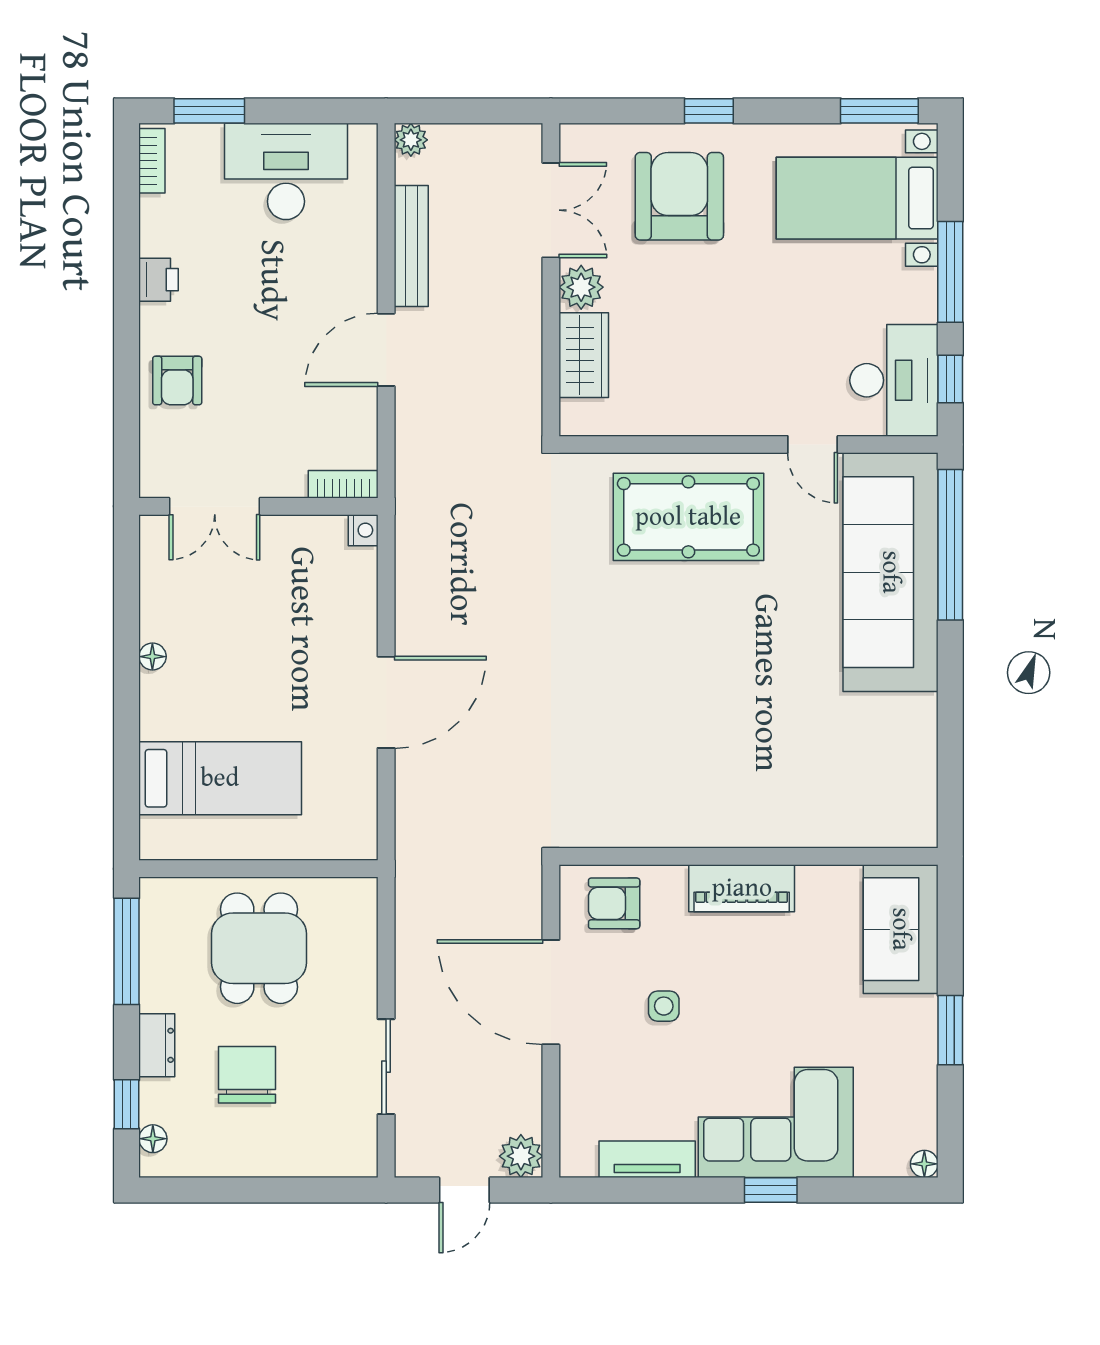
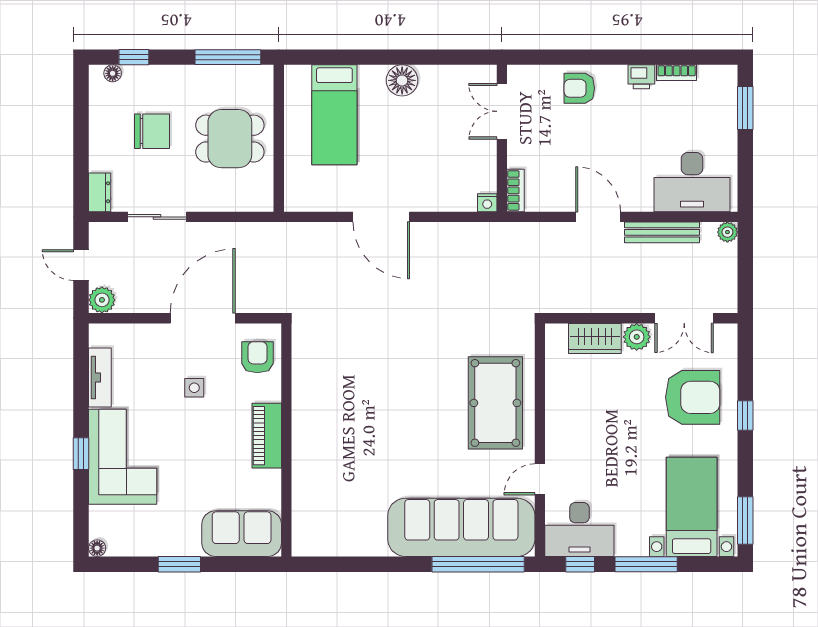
bookcase: (152, 161) -> (677, 73), moved
desk: (286, 171) -> (692, 182), moved, turned 90
floor lamp: (152, 657) -> (402, 80), width x1.89, depth x1.89
dresser: (157, 1045) -> (100, 192), moved, turned -90

